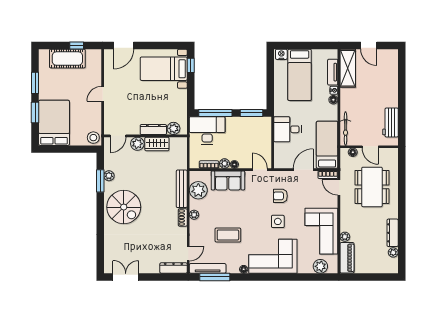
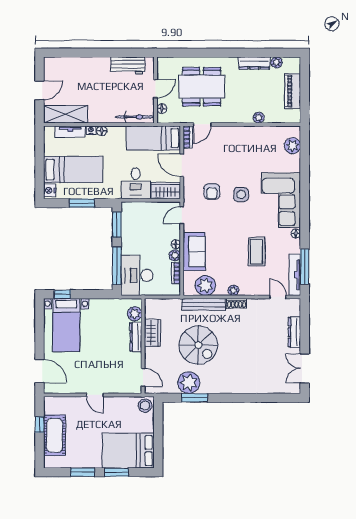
window: (270, 82) -> (82, 203), added
plant: (137, 144) -> (152, 355), removed
wardrobe: (281, 155) -> (166, 191), added
plant: (109, 176) -> (189, 383), width x1.88, depth x1.88
spiral stairs: (124, 207) -> (198, 345), moved, turned 90
corner sofa: (321, 231) -> (252, 145), removed
piano: (347, 258) -> (293, 91), moved, turned -90
dresser: (173, 268) -> (294, 332), moved

